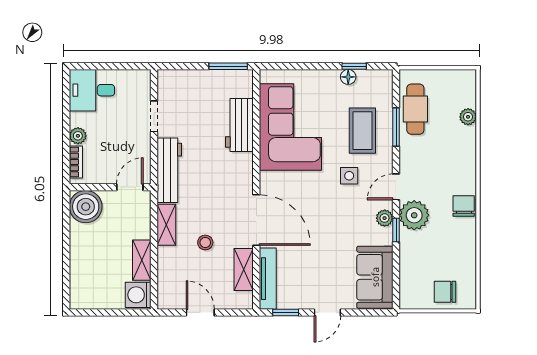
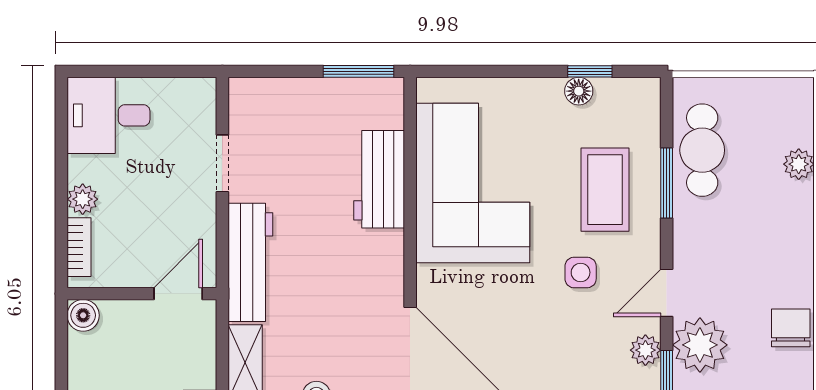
boiler: (86, 207) -> (83, 315), width x0.54, depth x0.54

